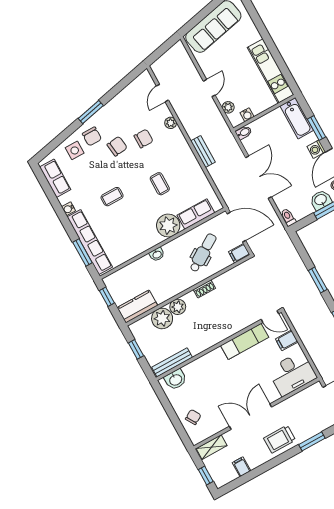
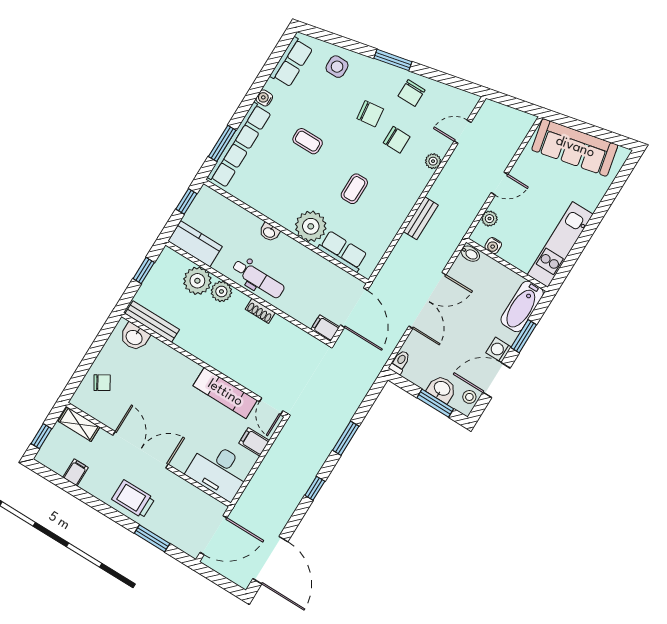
chair: (92, 136) -> (412, 93), moved
dental chair: (203, 253) -> (258, 279), moved, turned 32

